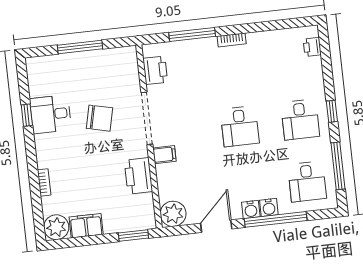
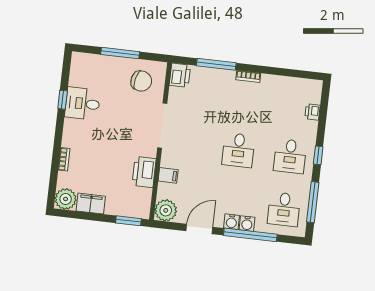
printer: (312, 47) -> (313, 112), moved
printer: (155, 70) -> (180, 75), moved
chair: (99, 118) -> (141, 81), moved
filing cabinet: (164, 155) -> (168, 175), moved

